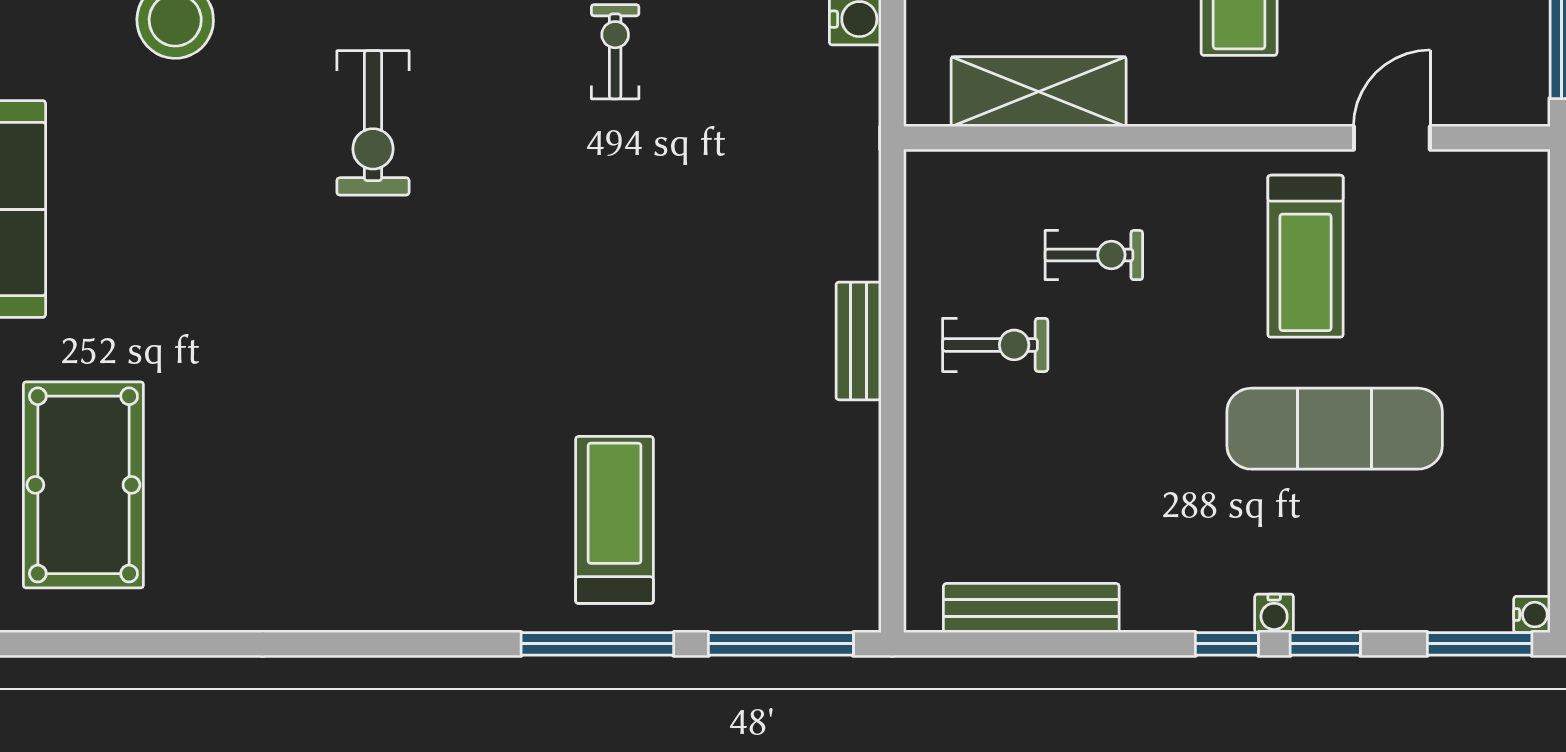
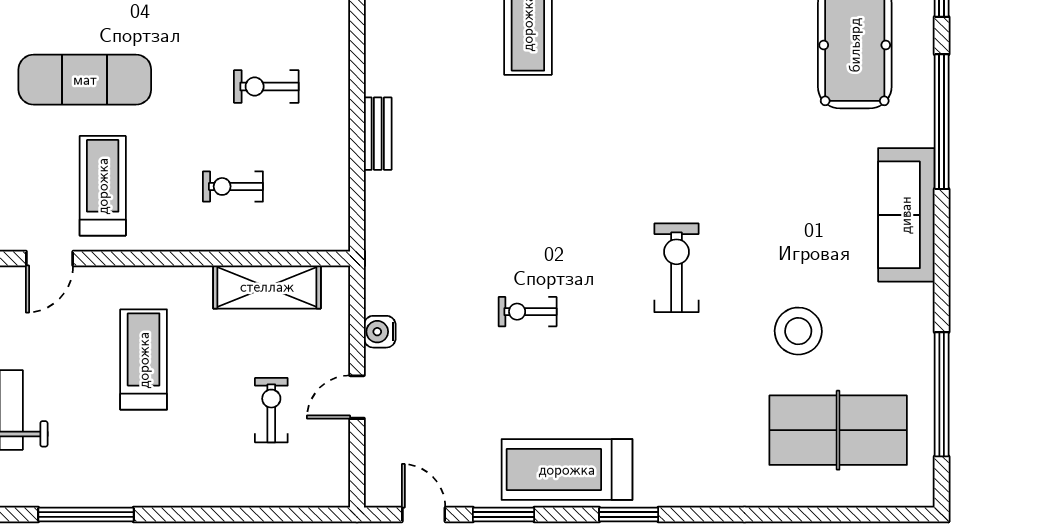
exercise bike: (615, 52) -> (528, 312), turned 90
exercise bike: (995, 345) -> (266, 87), moved

